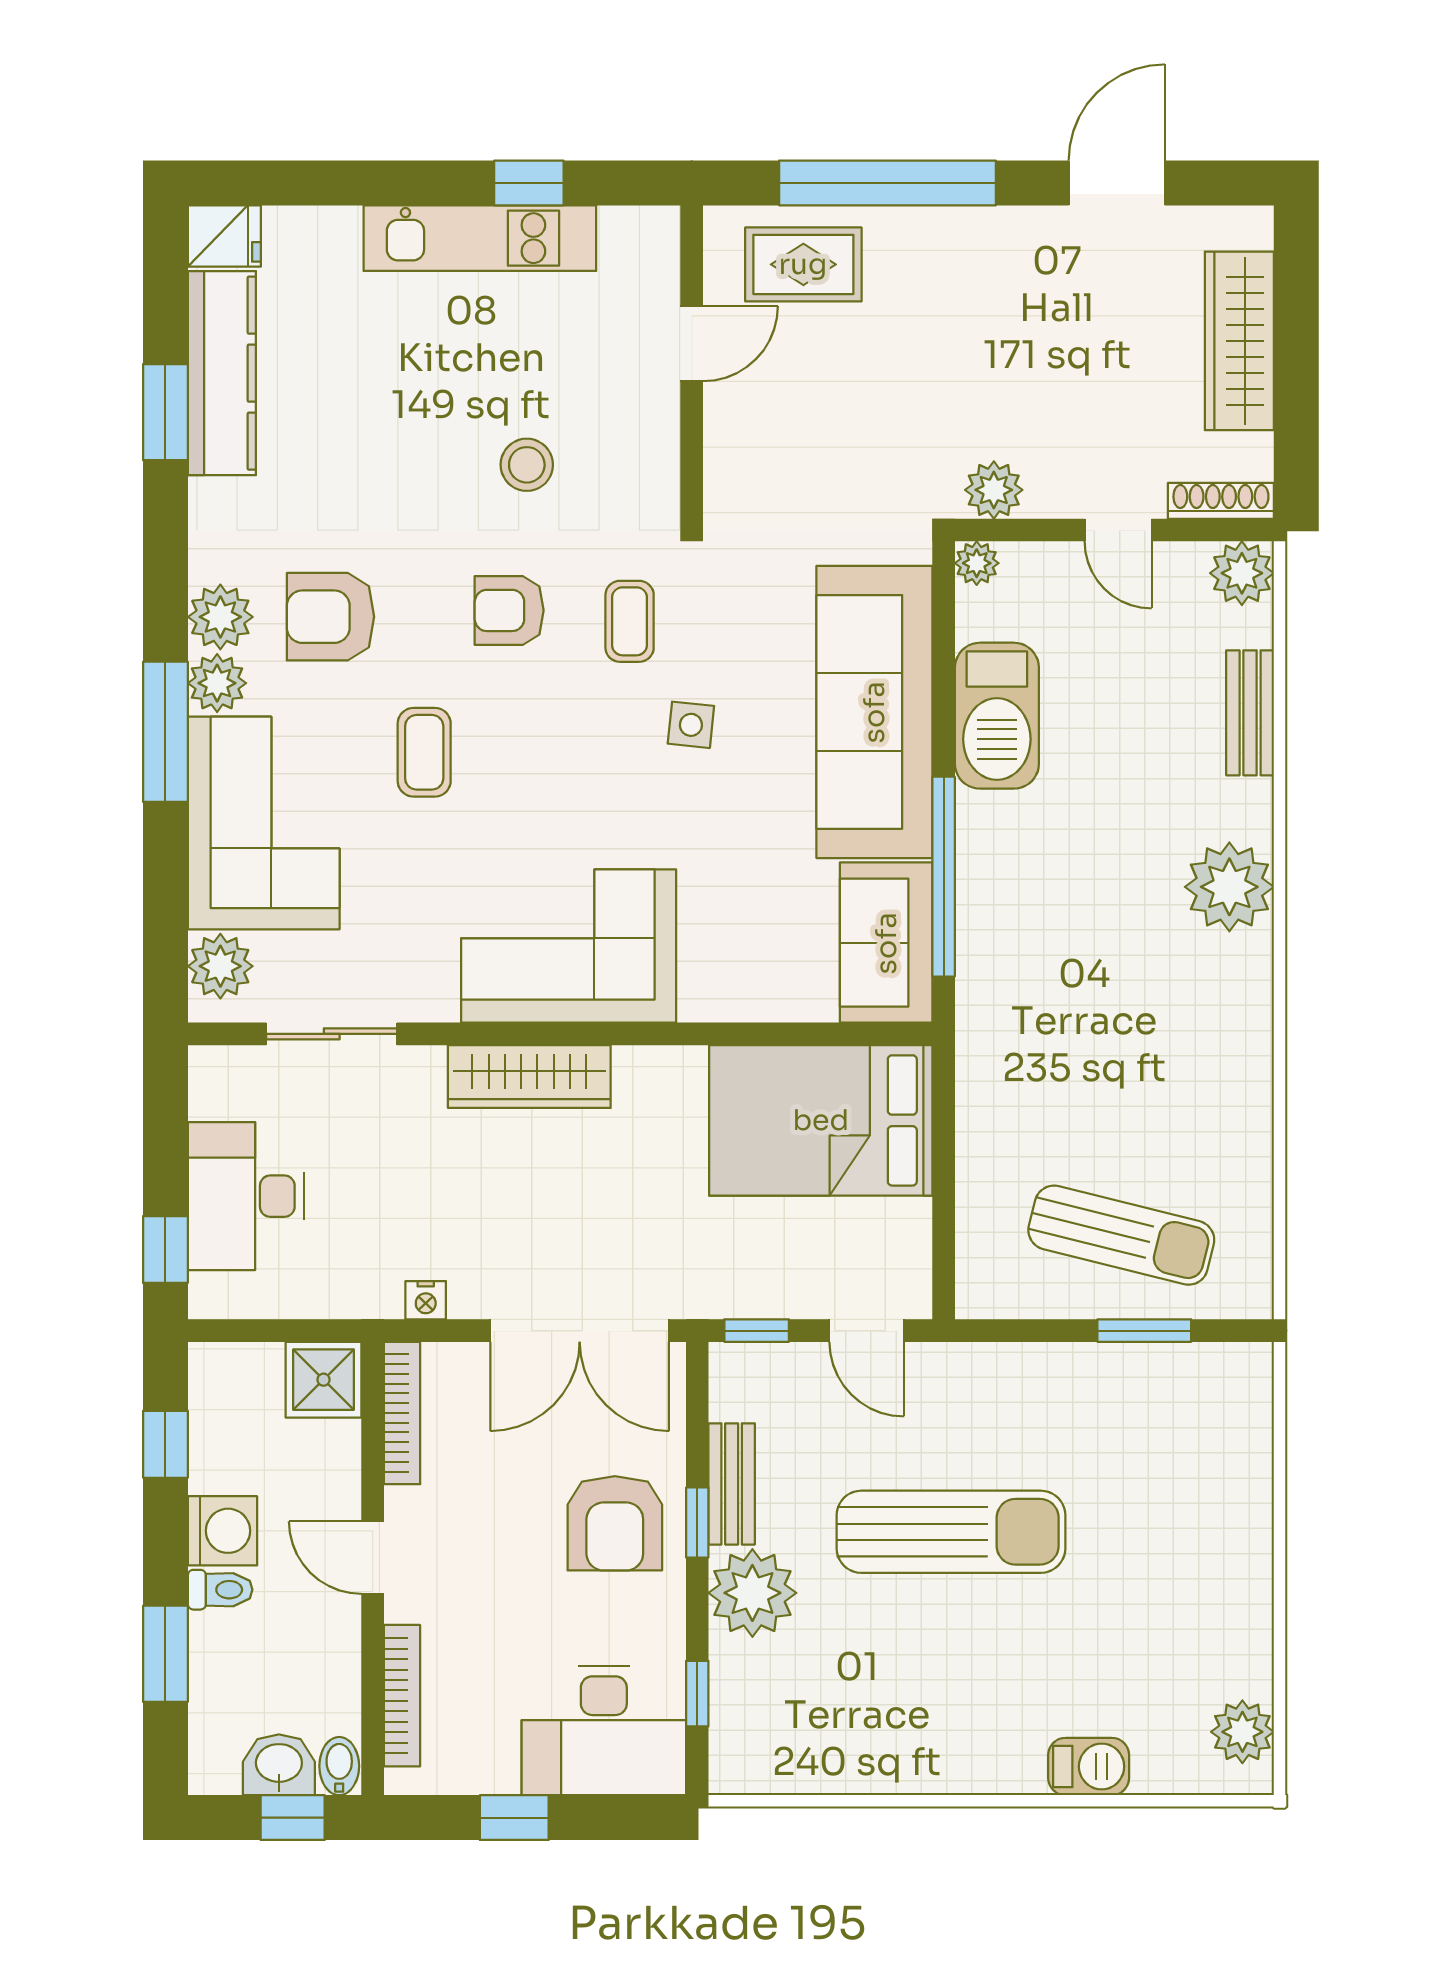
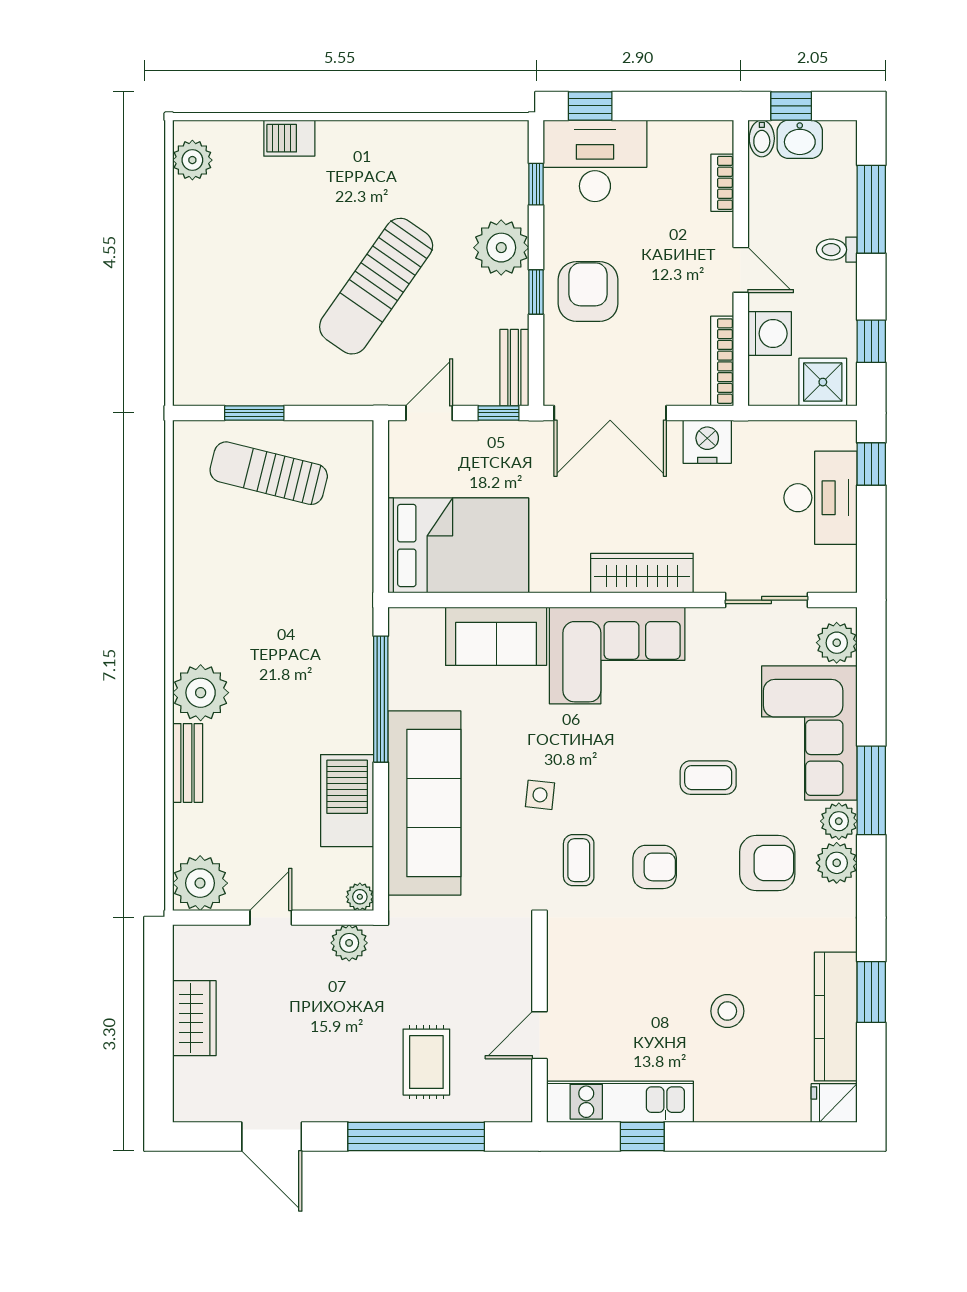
door: (1117, 183) -> (272, 1136), hinge flipped
kitchen unit: (480, 238) -> (620, 1102), moved
rug: (803, 264) -> (426, 1062), moved, turned 90
wardrobe: (1239, 341) -> (194, 1018), width x0.67
stool: (527, 465) -> (727, 1011), moved
shoe rack: (1221, 501) -> (206, 936), removed
door: (1118, 530) -> (271, 918), hinge flipped
plant: (1242, 573) -> (200, 883), width x1.36, depth x1.36
bench: (1250, 713) -> (188, 763), moved
coffee table: (424, 752) -> (708, 778), turned 90
sofa: (886, 943) -> (496, 636), moved, turned 90
nightstand: (426, 1300) -> (707, 442), width x1.89, depth x1.79
double door: (580, 1331) -> (610, 413), swing flipped
door: (867, 1331) -> (429, 413), hinge flipped
shower: (324, 1380) -> (823, 382), moved
bench: (732, 1484) -> (514, 368), moved
washing machine: (222, 1531) -> (770, 334), moved, turned 180
sun lounger: (951, 1532) -> (376, 286), turned -55
window: (165, 1654) -> (871, 209), width x1.44
bookcase: (402, 1696) -> (722, 183), width x0.64
window: (514, 1818) -> (590, 106), moved

